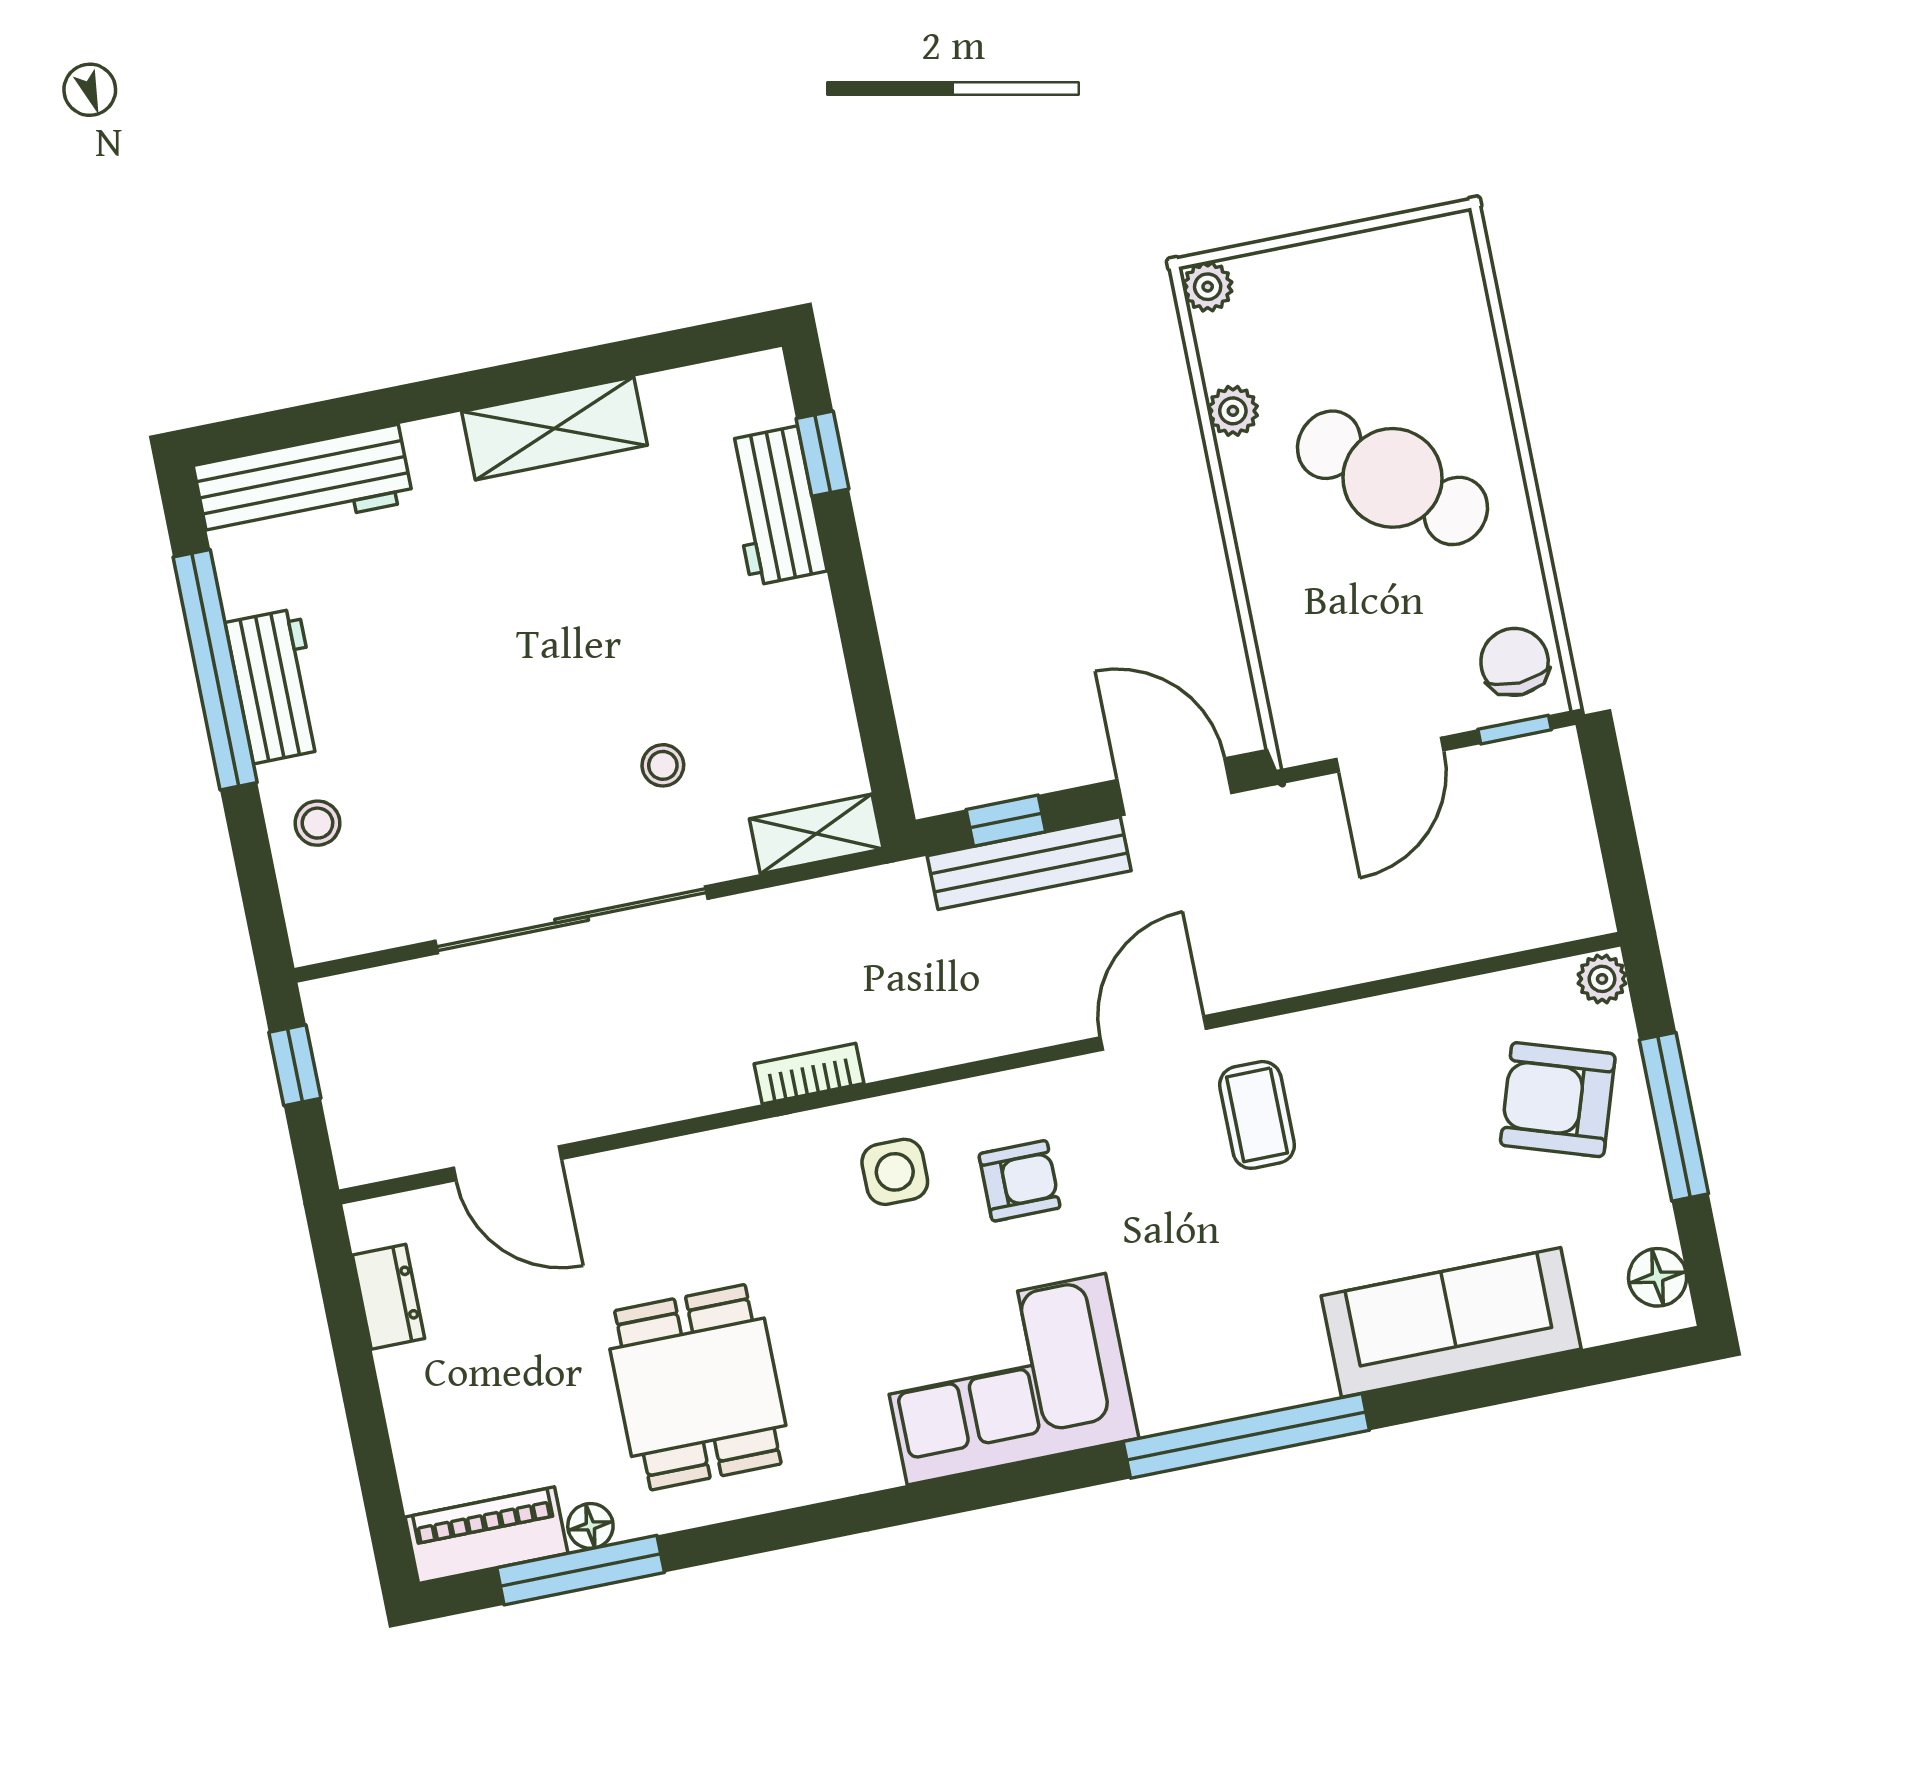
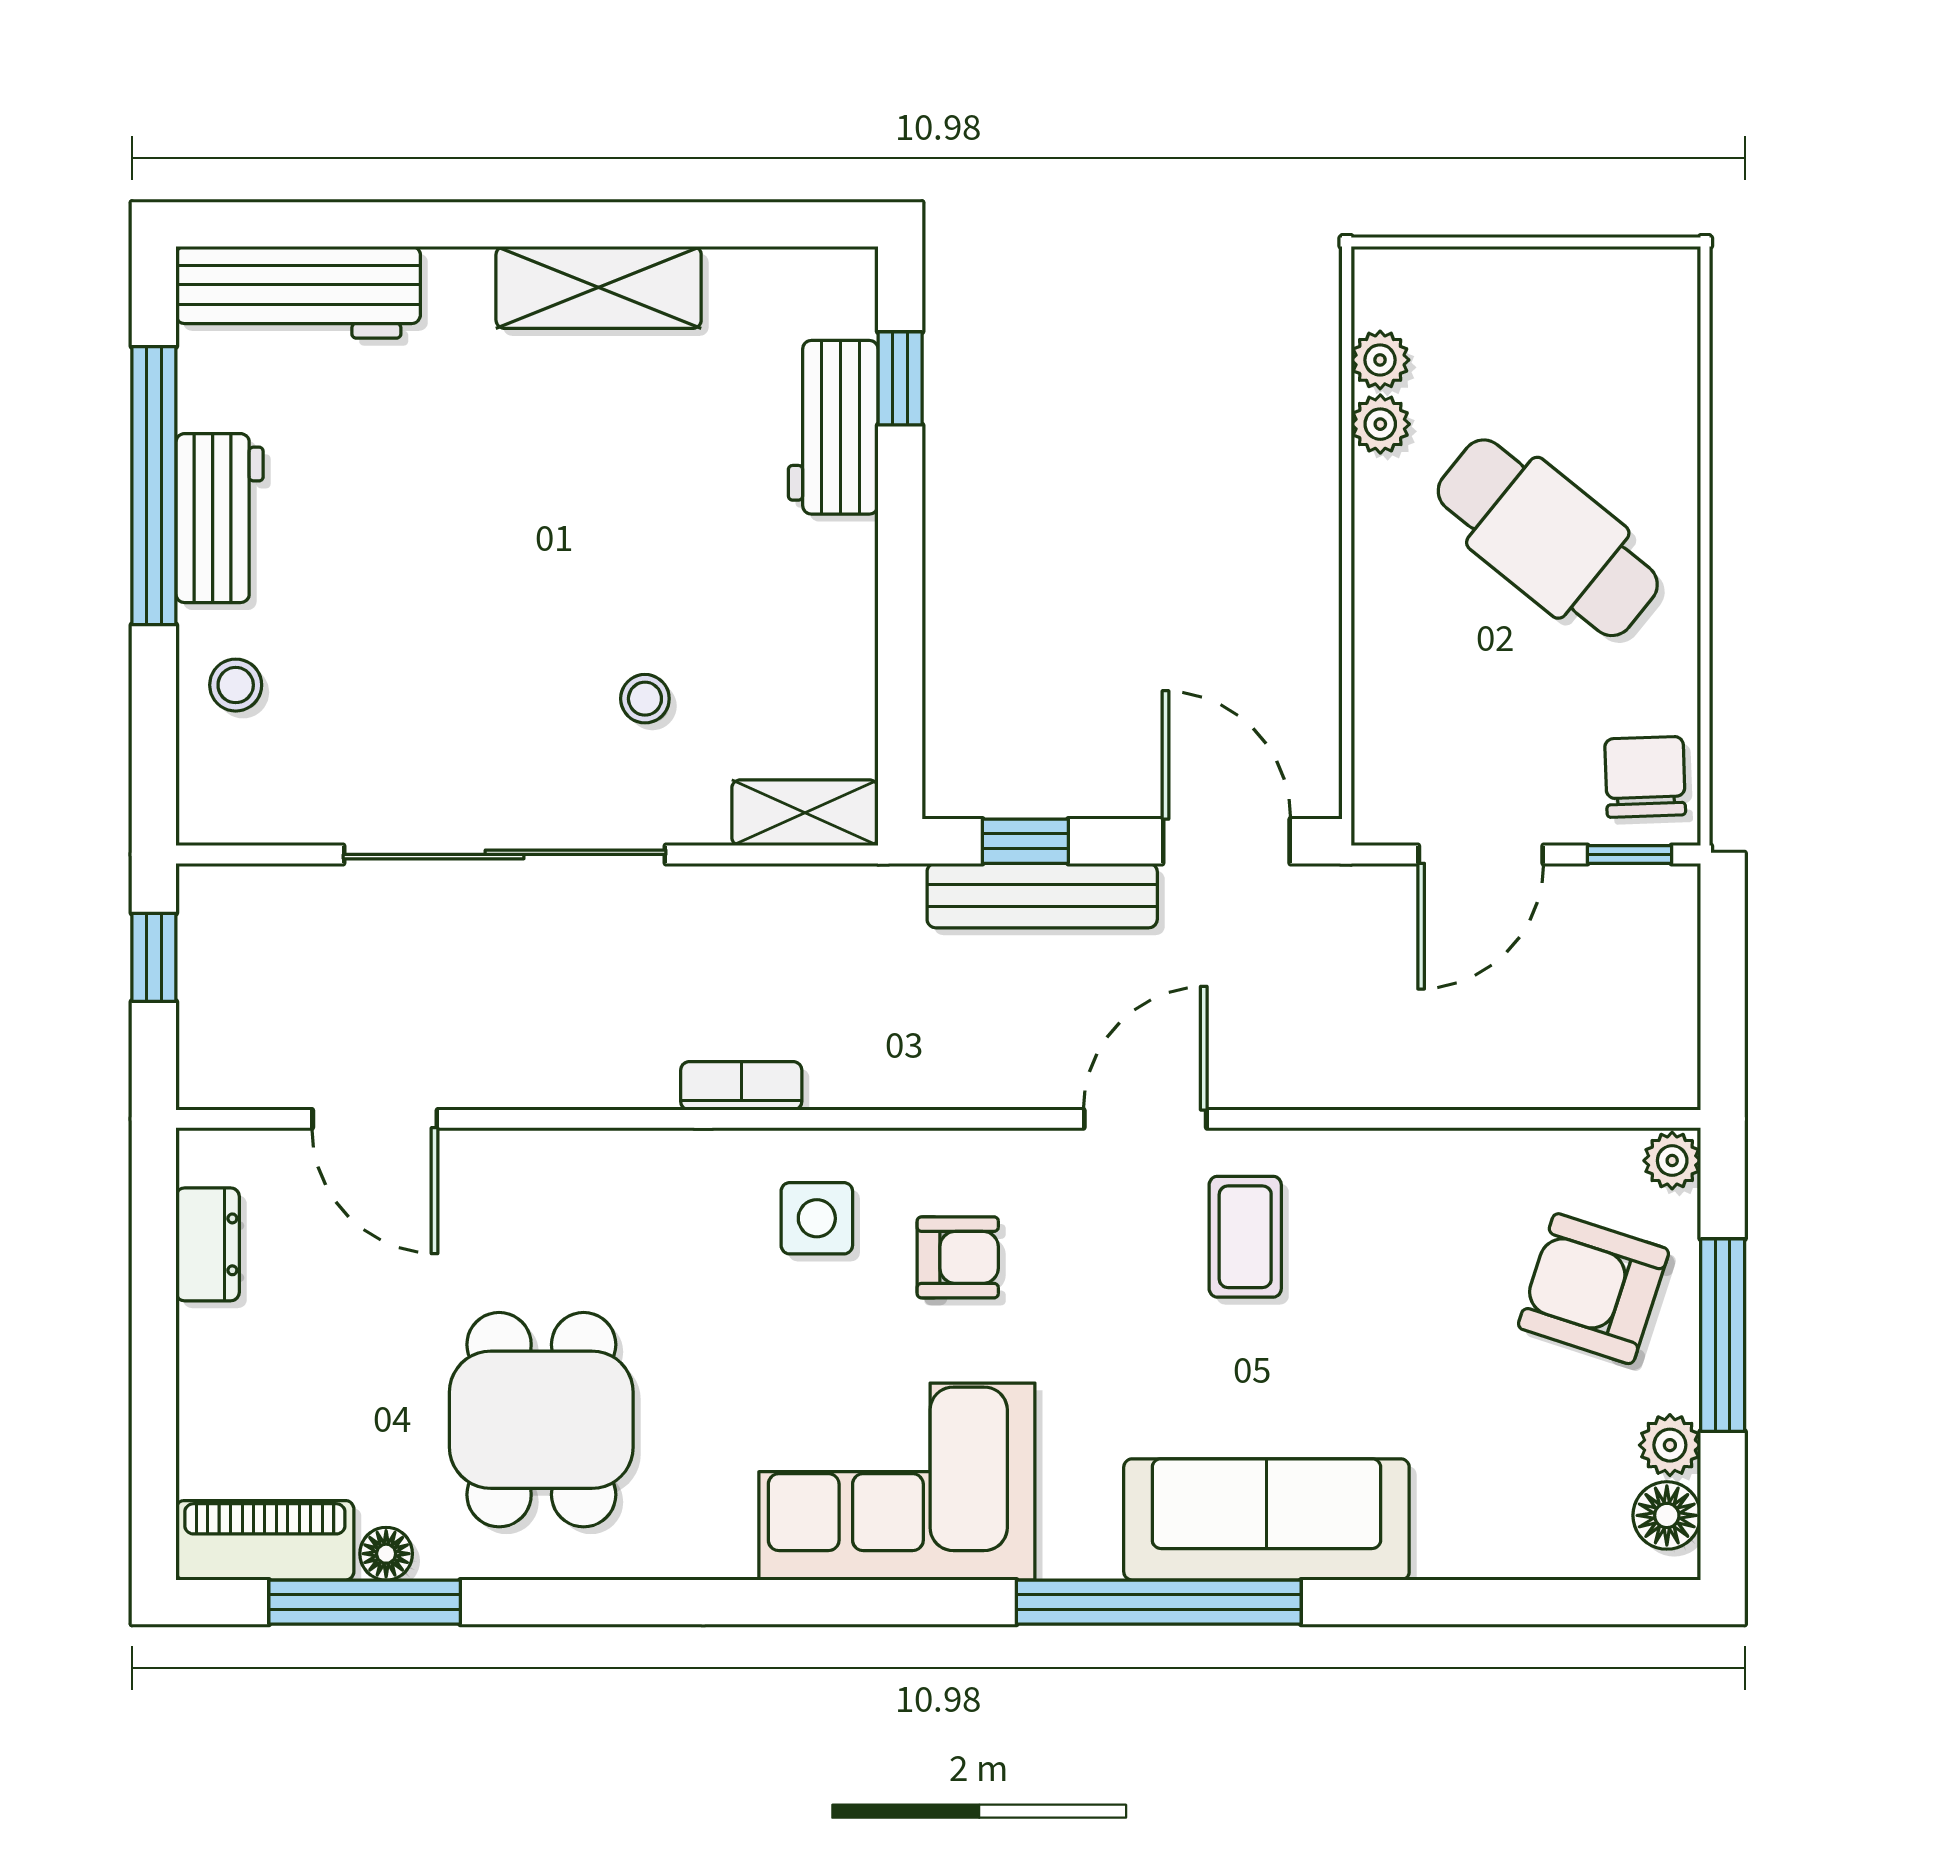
plant: (1208, 287) -> (1380, 360), moved
plant: (1648, 1218) -> (1670, 1445), added
sofa: (1451, 1322) -> (1266, 1519), moved

